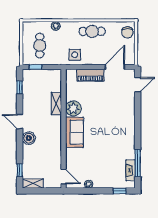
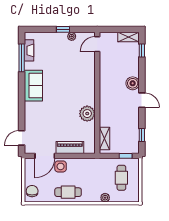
side table: (75, 55) -> (61, 166), moved
shelving: (56, 103) -> (105, 138), moved
sofa: (74, 132) -> (33, 86), moved, turned 180
door: (63, 177) -> (97, 44), hinge flipped
window: (120, 191) -> (63, 29), moved

